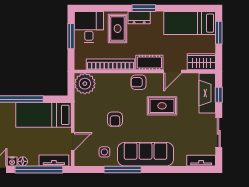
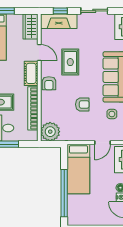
door: (73, 142) -> (102, 143), swing flipped

